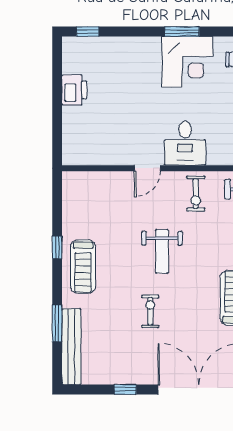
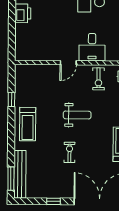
window: (57, 247) -> (11, 100), moved
weight bench: (162, 251) -> (77, 115), turned -90
window: (57, 323) -> (11, 179), moved

